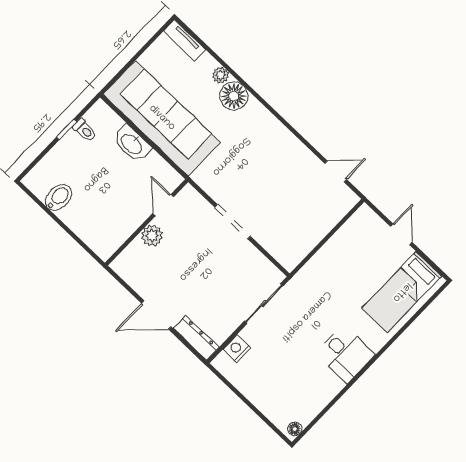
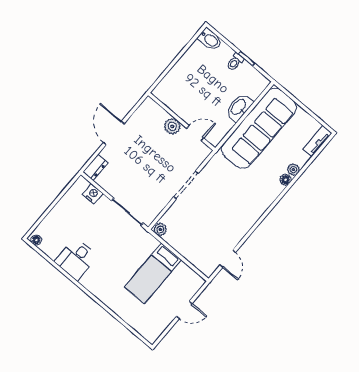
floor lamp: (234, 96) -> (286, 180), width x0.53, depth x0.53
toilet: (85, 130) -> (235, 62), moved
bidet: (58, 197) -> (210, 39), moved
plant: (291, 260) -> (160, 230), added
bed: (402, 292) -> (153, 274), moved, turned -90
dresser: (196, 338) -> (95, 167), width x0.70
desk: (345, 354) -> (76, 259), moved

